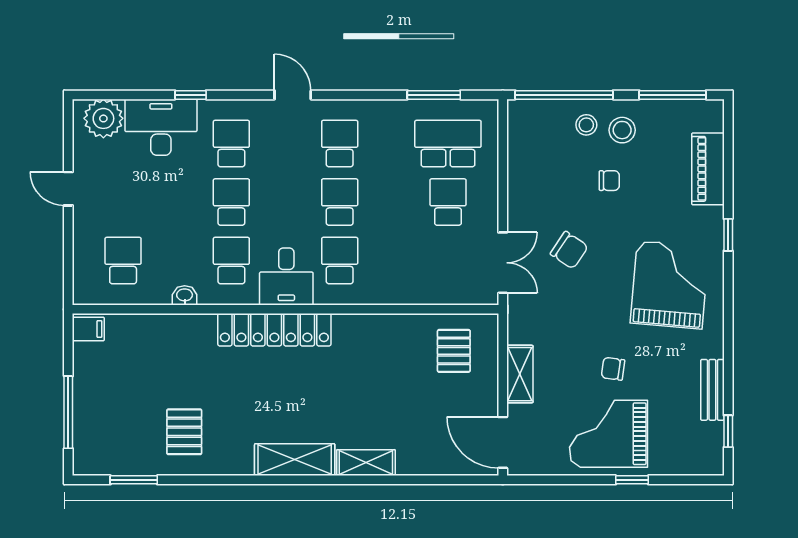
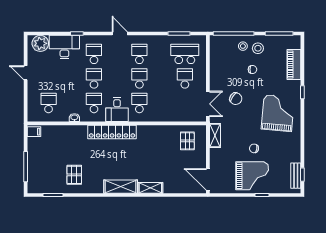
shelving: (520, 374) -> (215, 136), moved
bench: (712, 390) -> (296, 176), moved
grand piano: (609, 434) -> (252, 176), turned 180

